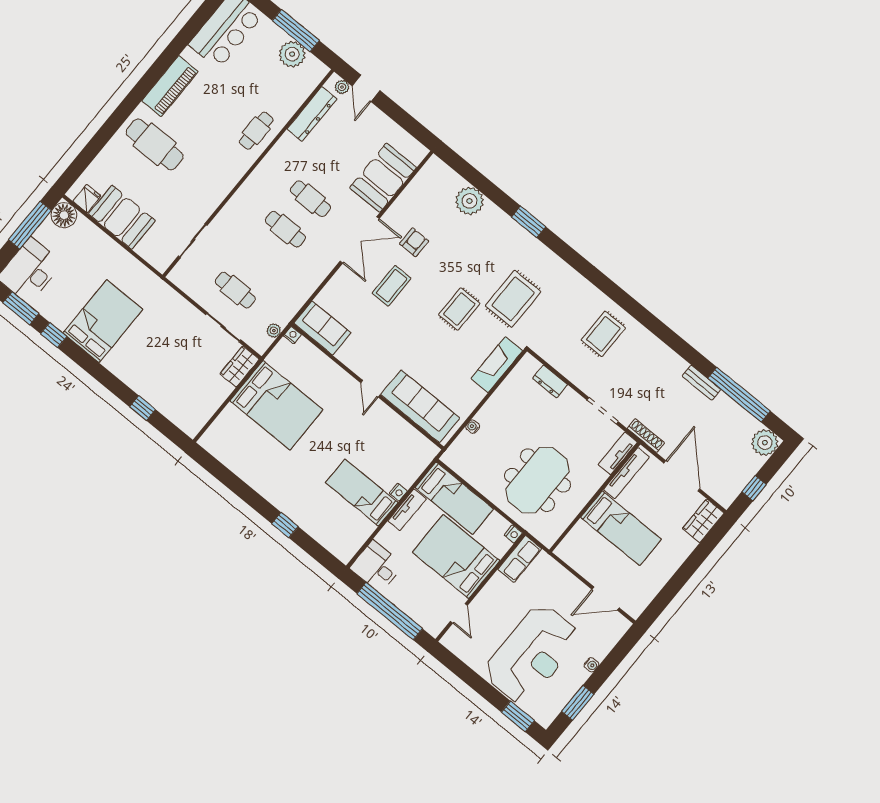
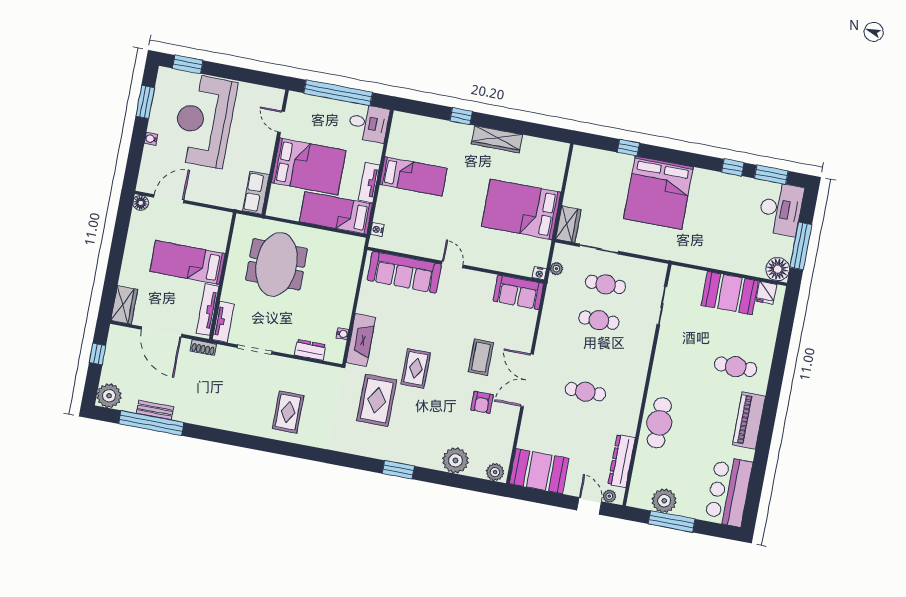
cafe table: (256, 131) -> (659, 423), width x1.37, depth x1.35
cafe table: (155, 144) -> (736, 367), width x0.73, depth x0.74
plant: (438, 169) -> (495, 472), added
booth: (383, 178) -> (539, 471), moved, turned 90
cafe table: (285, 229) -> (599, 320), moved
bed: (103, 321) -> (658, 193), moved, width x1.36
bench: (701, 383) -> (155, 410), moved
water cooler: (473, 427) -> (342, 334), moved
shoe rack: (646, 436) -> (203, 348), width x0.70
wardrobe: (263, 484) -> (497, 139), added
nightstand: (398, 492) -> (377, 229), moved
nightstand: (513, 534) -> (272, 210), removed
floor lamp: (634, 609) -> (141, 203), added

